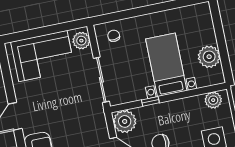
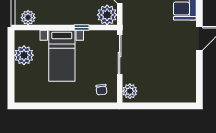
corner sofa: (43, 56) -> (165, 85), removed

